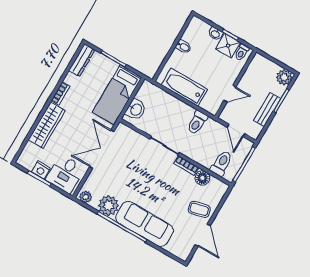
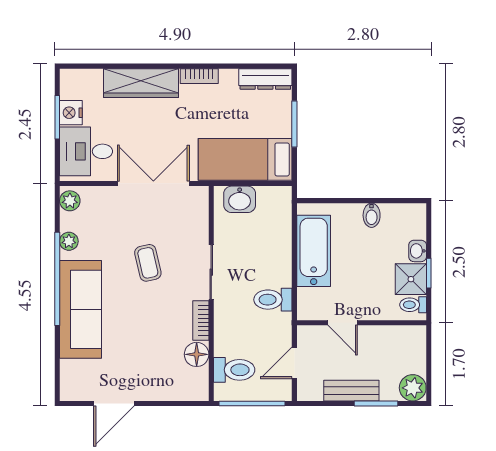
plant: (109, 205) -> (69, 241), width x0.53, depth x0.53
coffee table: (199, 209) -> (148, 263), moved

